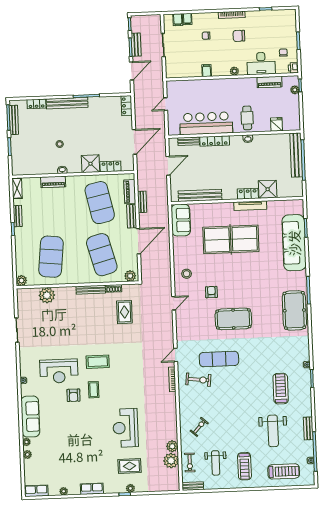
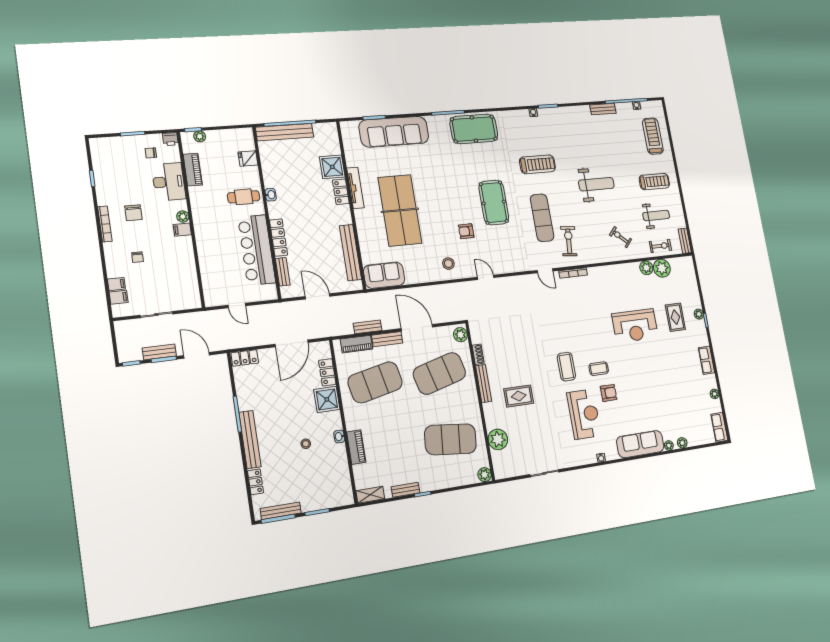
filing cabinet: (207, 71) -> (182, 230), moved
door: (134, 142) -> (292, 343), swing flipped
rug: (124, 312) -> (519, 396), moved
treadmill: (281, 389) -> (537, 164), moved, turned 180
weight bench: (273, 431) -> (596, 184), moved

